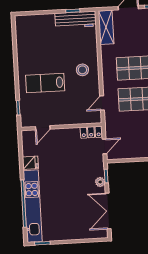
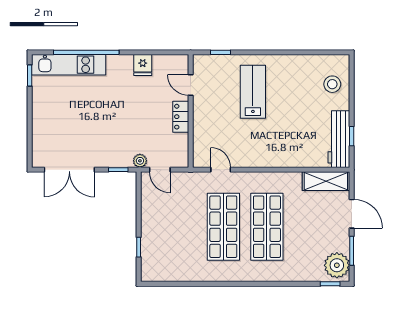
stool: (82, 70) -> (332, 84), moved
locker: (91, 132) -> (181, 117), moved
plant: (100, 182) -> (140, 161), moved
kitchen unit: (33, 206) -> (69, 65), width x0.73
double door: (108, 211) -> (69, 170), swing flipped

